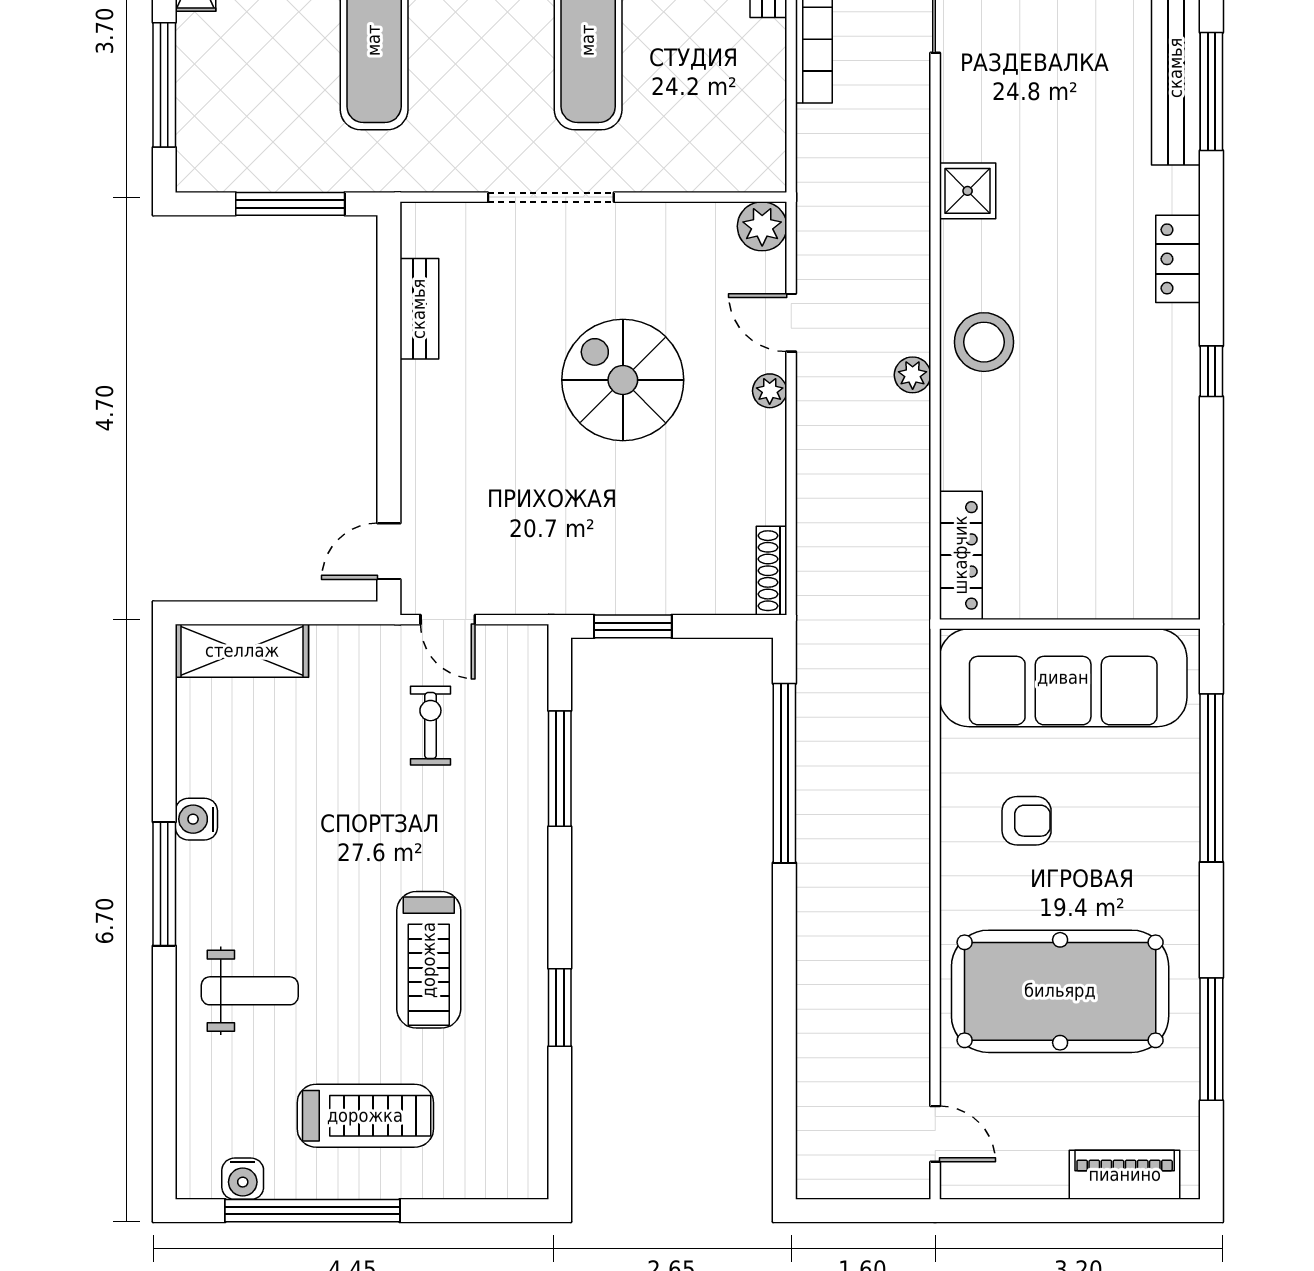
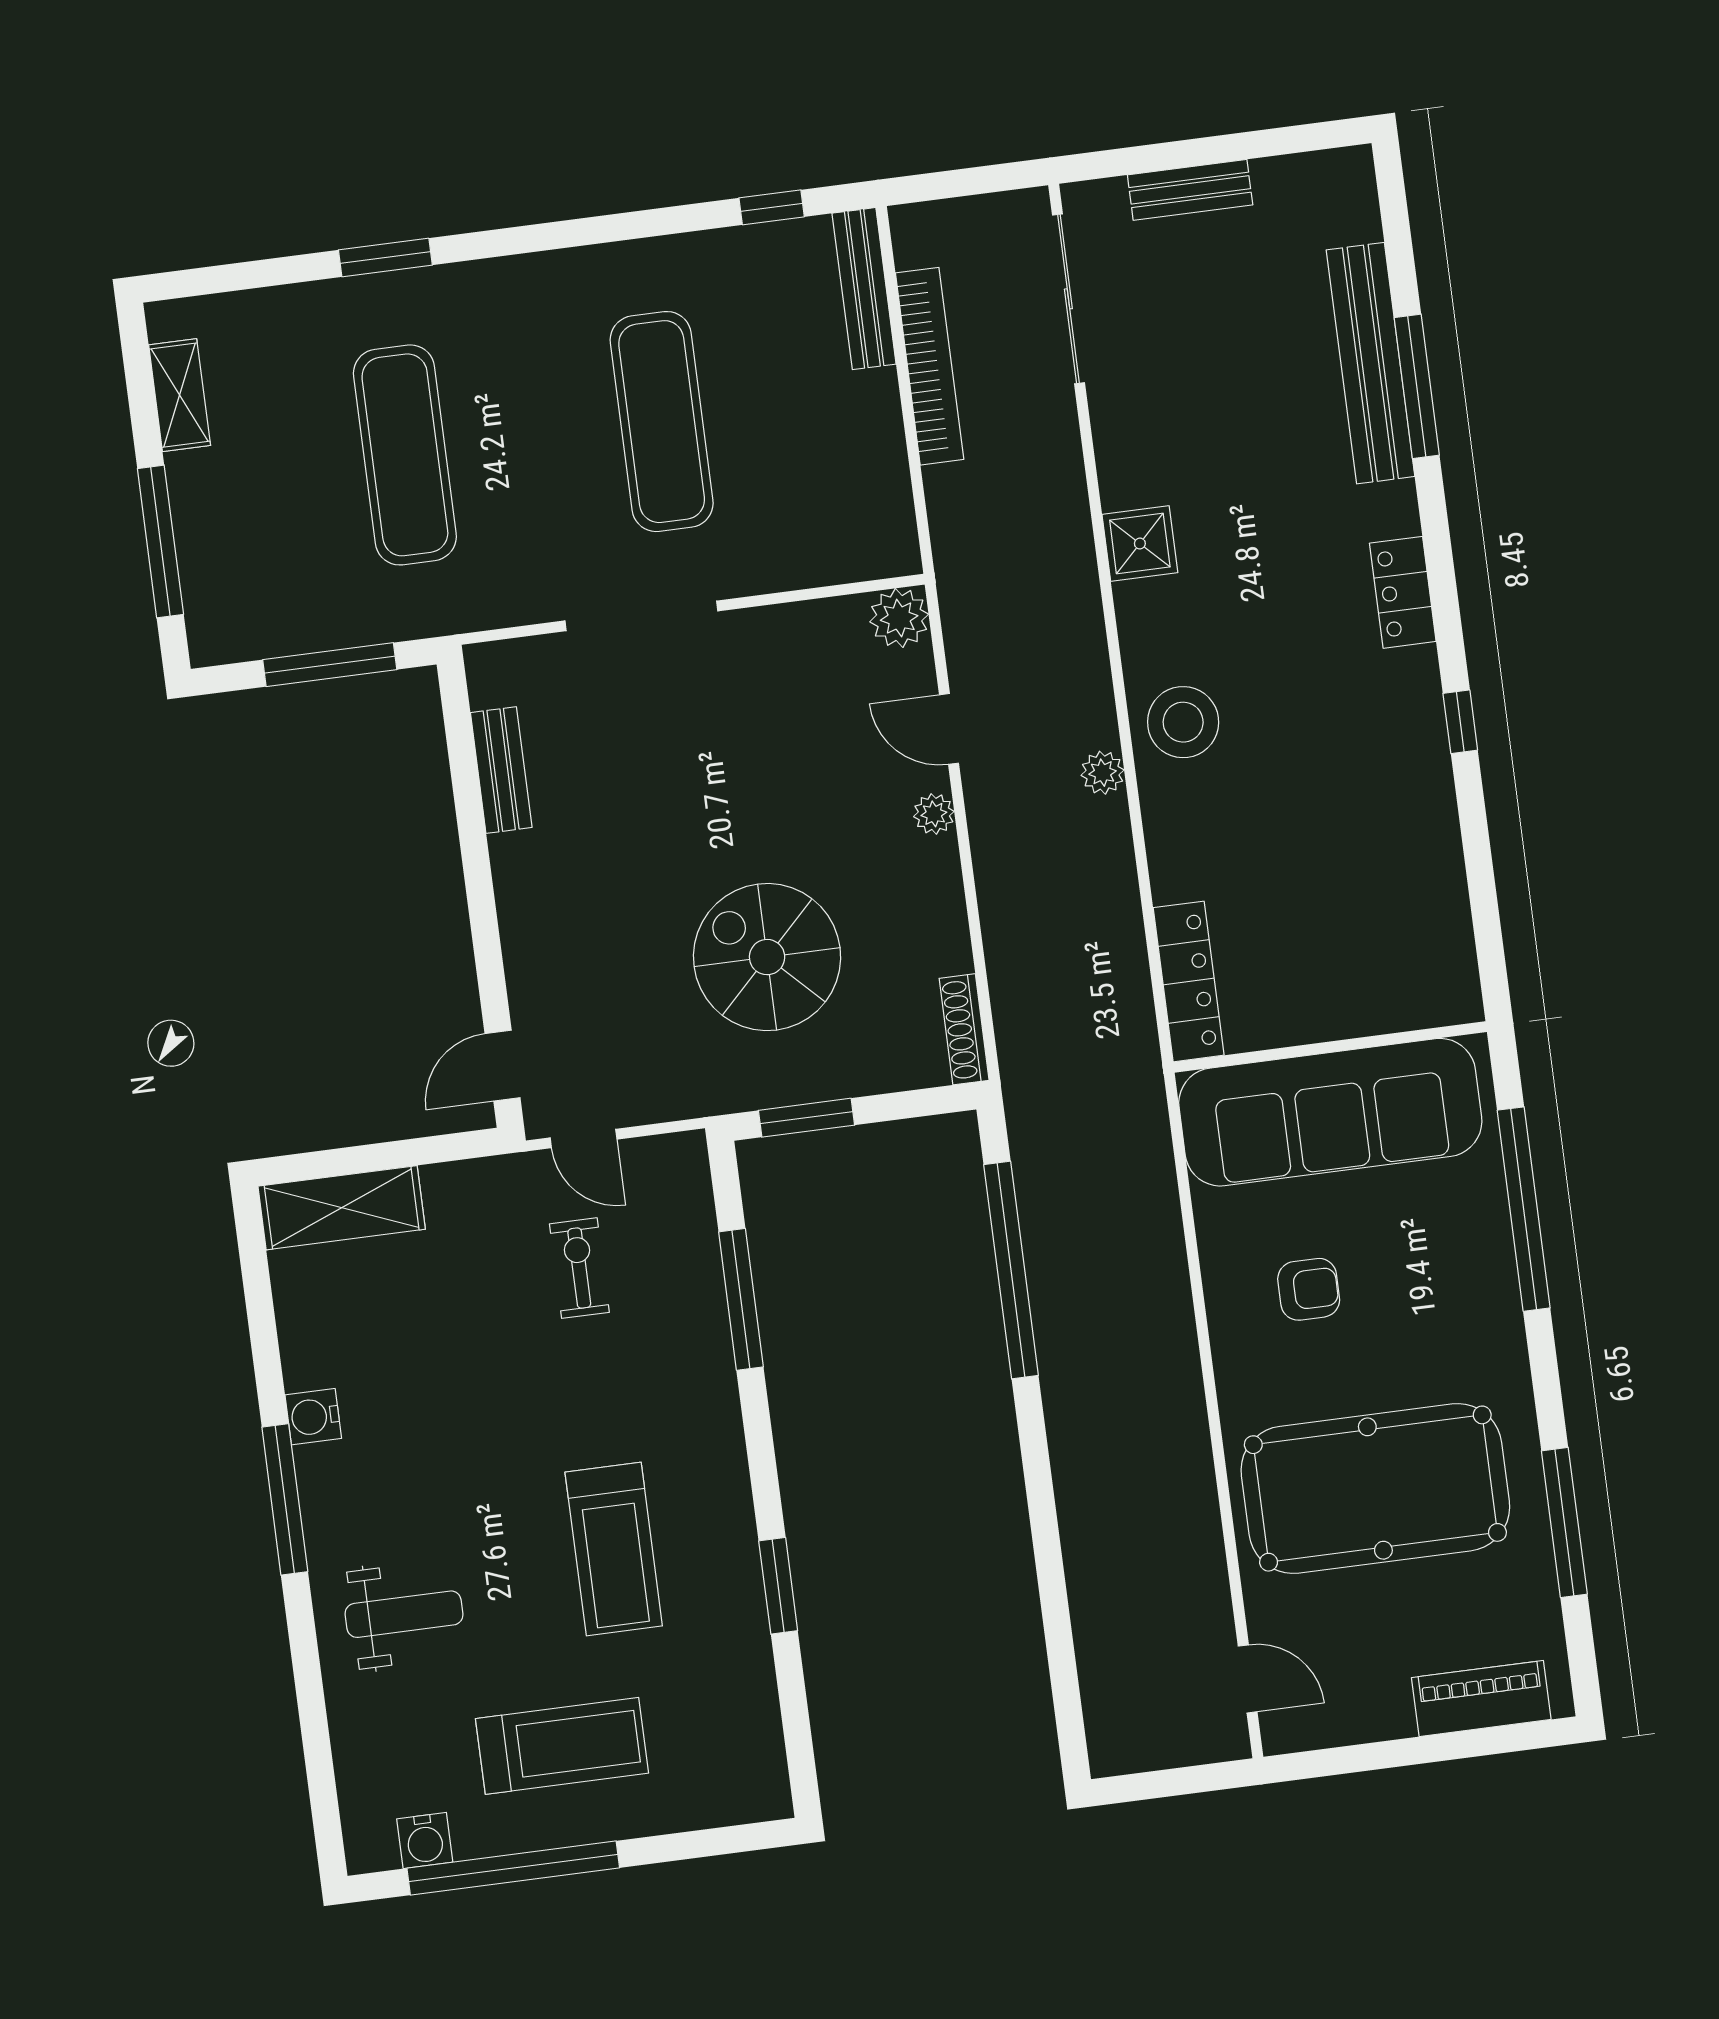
spiral stairs: (623, 380) -> (767, 957), moved

